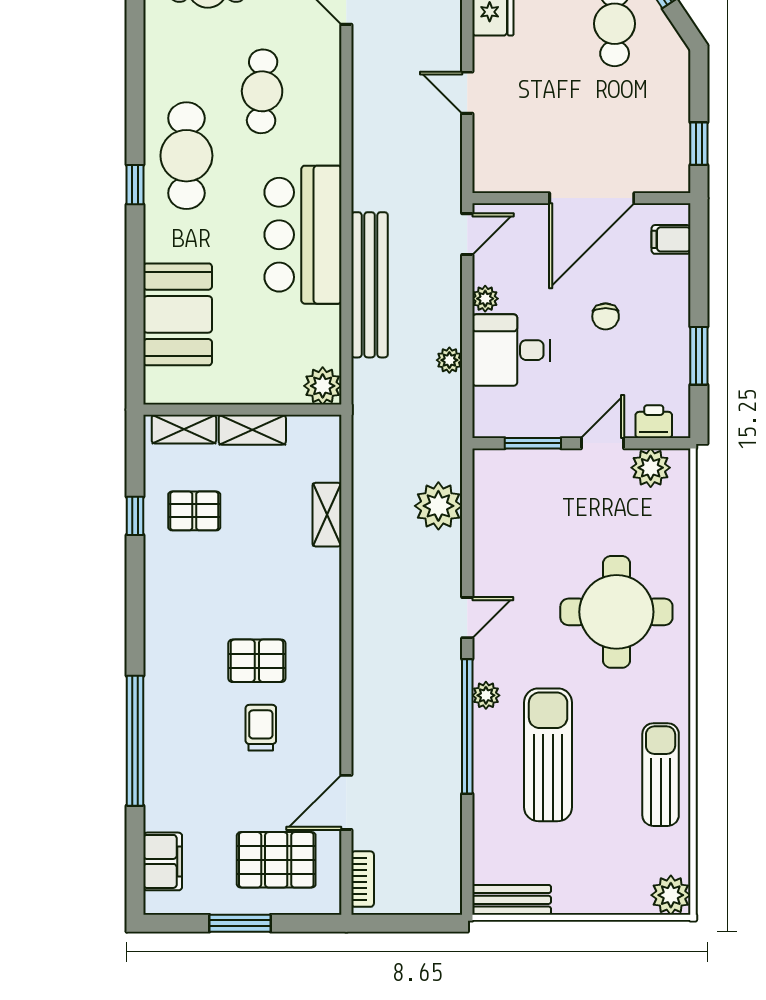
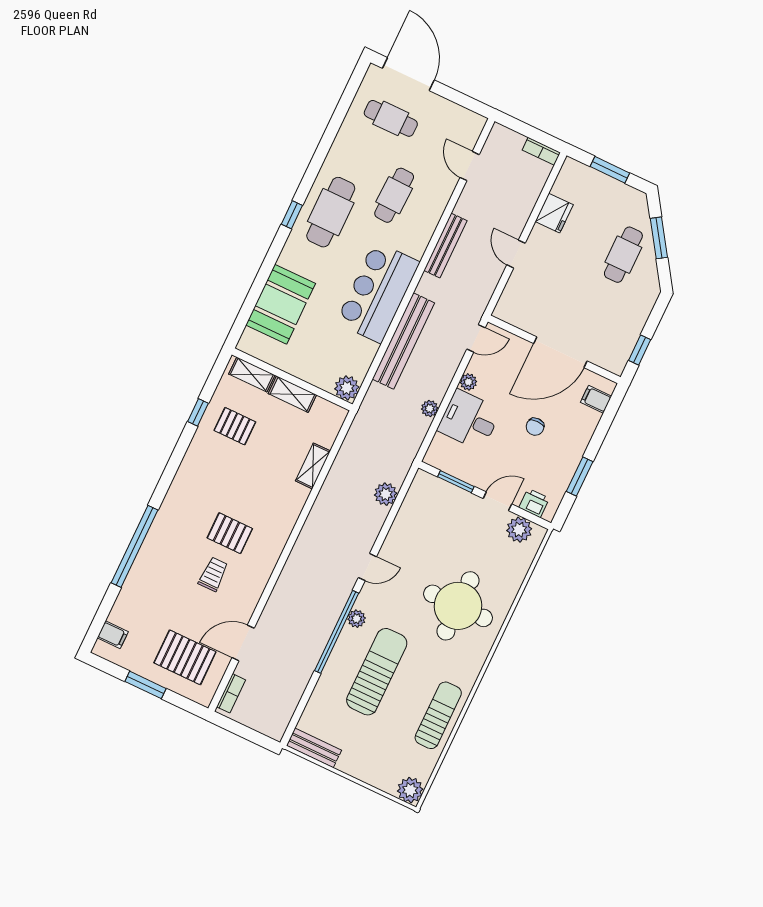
bench: (365, 127) -> (445, 245), added
plant: (438, 506) -> (386, 494), width x0.73, depth x0.73
filing cabinet: (163, 861) -> (113, 635), width x0.50

